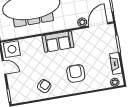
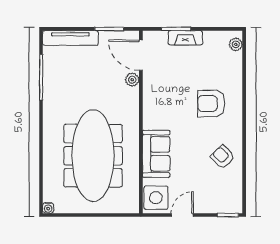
sofa: (58, 42) -> (156, 154), moved
fireplace: (116, 63) -> (185, 38), moved

